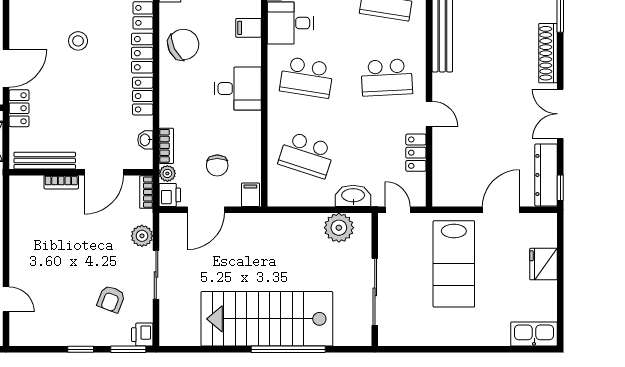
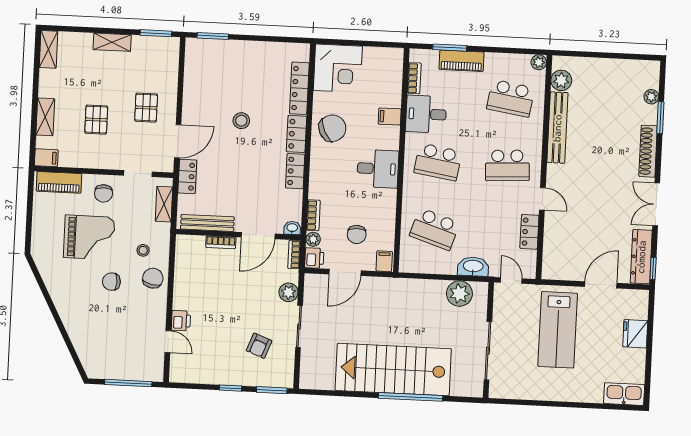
washbasin: (145, 140) -> (292, 228), moved, turned 90
printer: (142, 335) -> (181, 321), moved, turned 180

